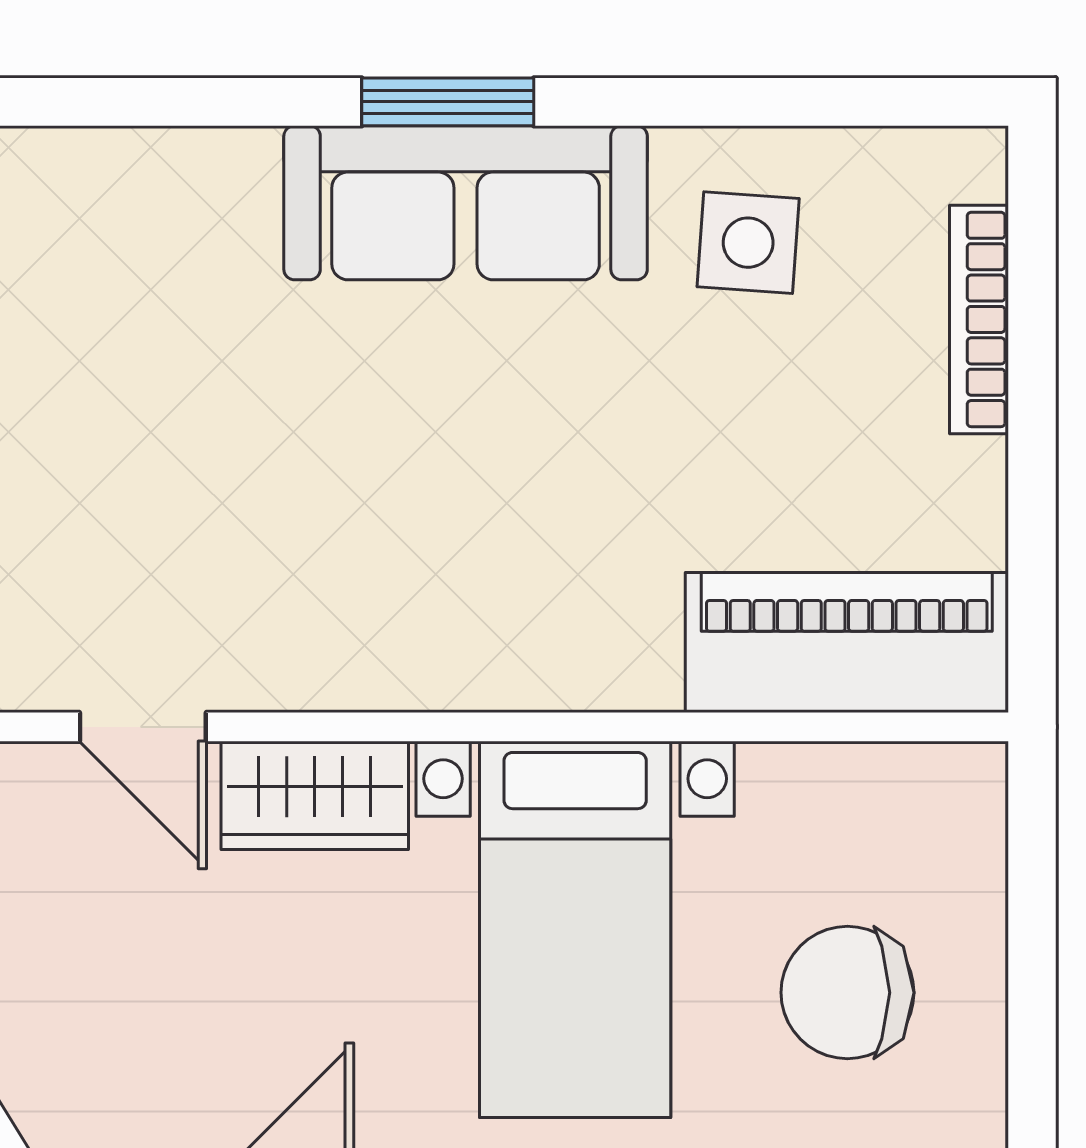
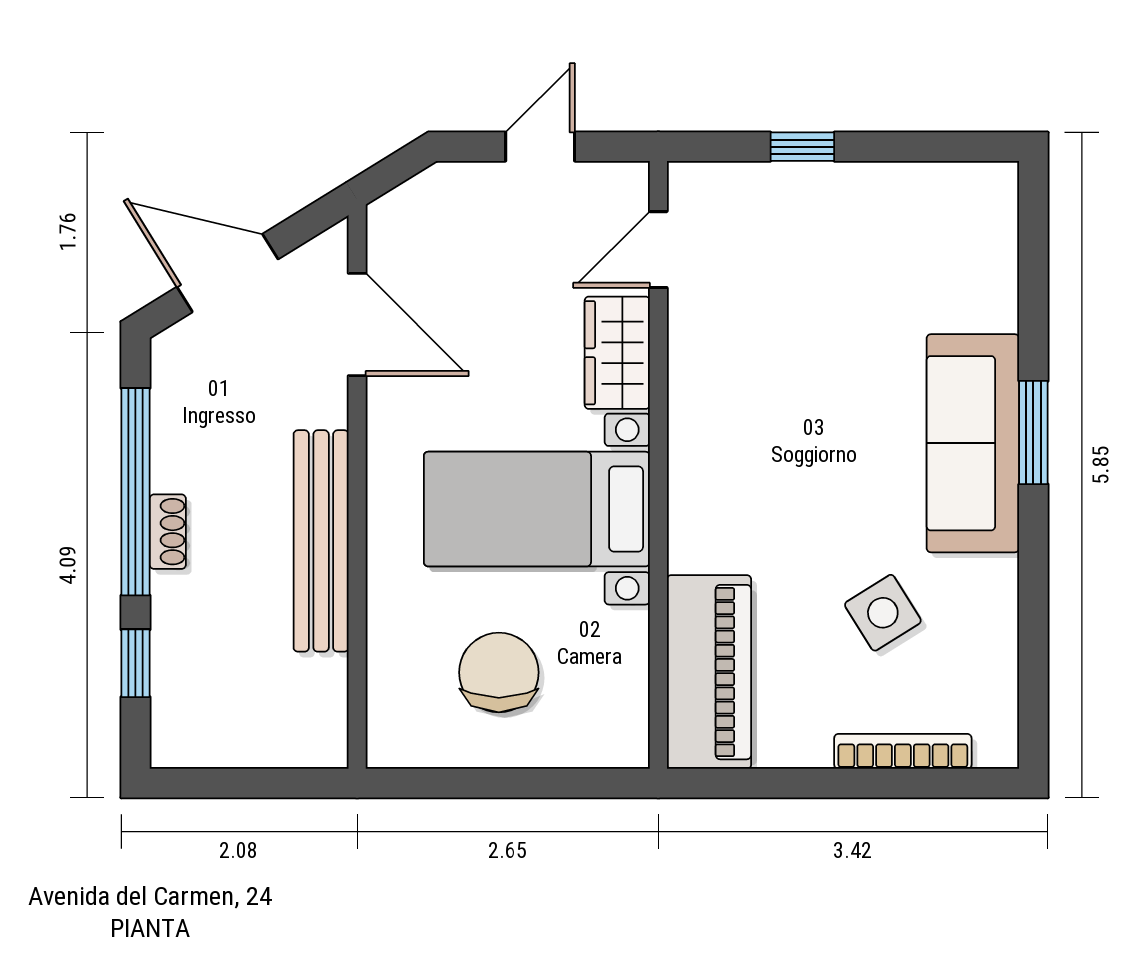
side table: (748, 243) -> (883, 613), moved, turned -36

